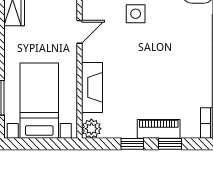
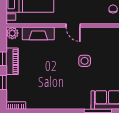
piano: (159, 129) -> (12, 61), moved

